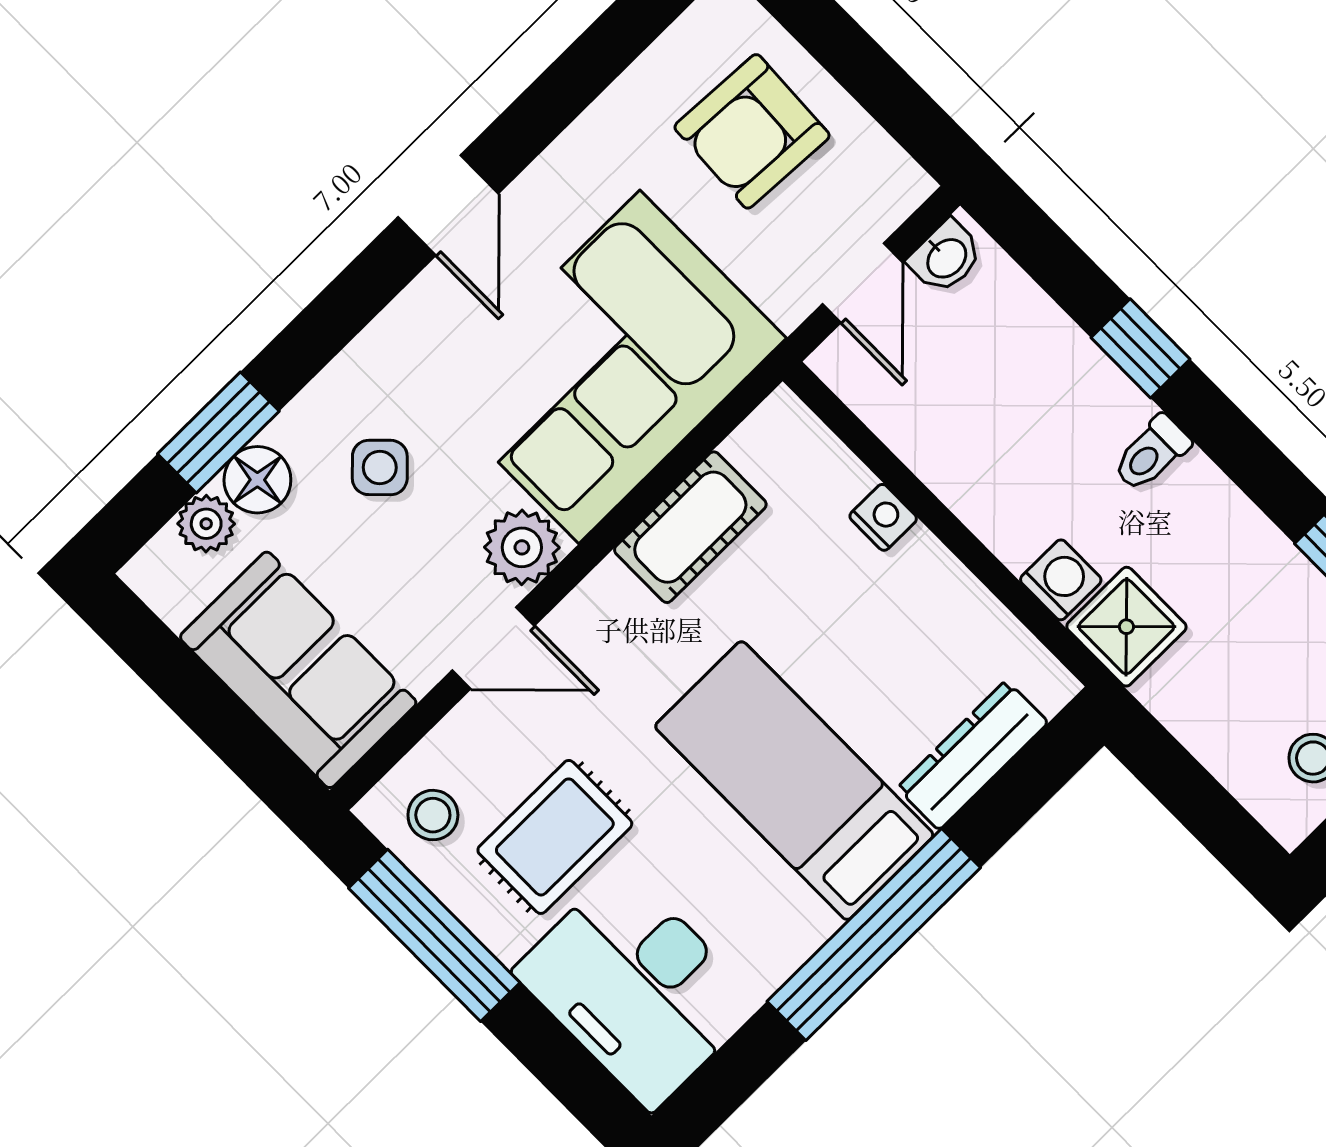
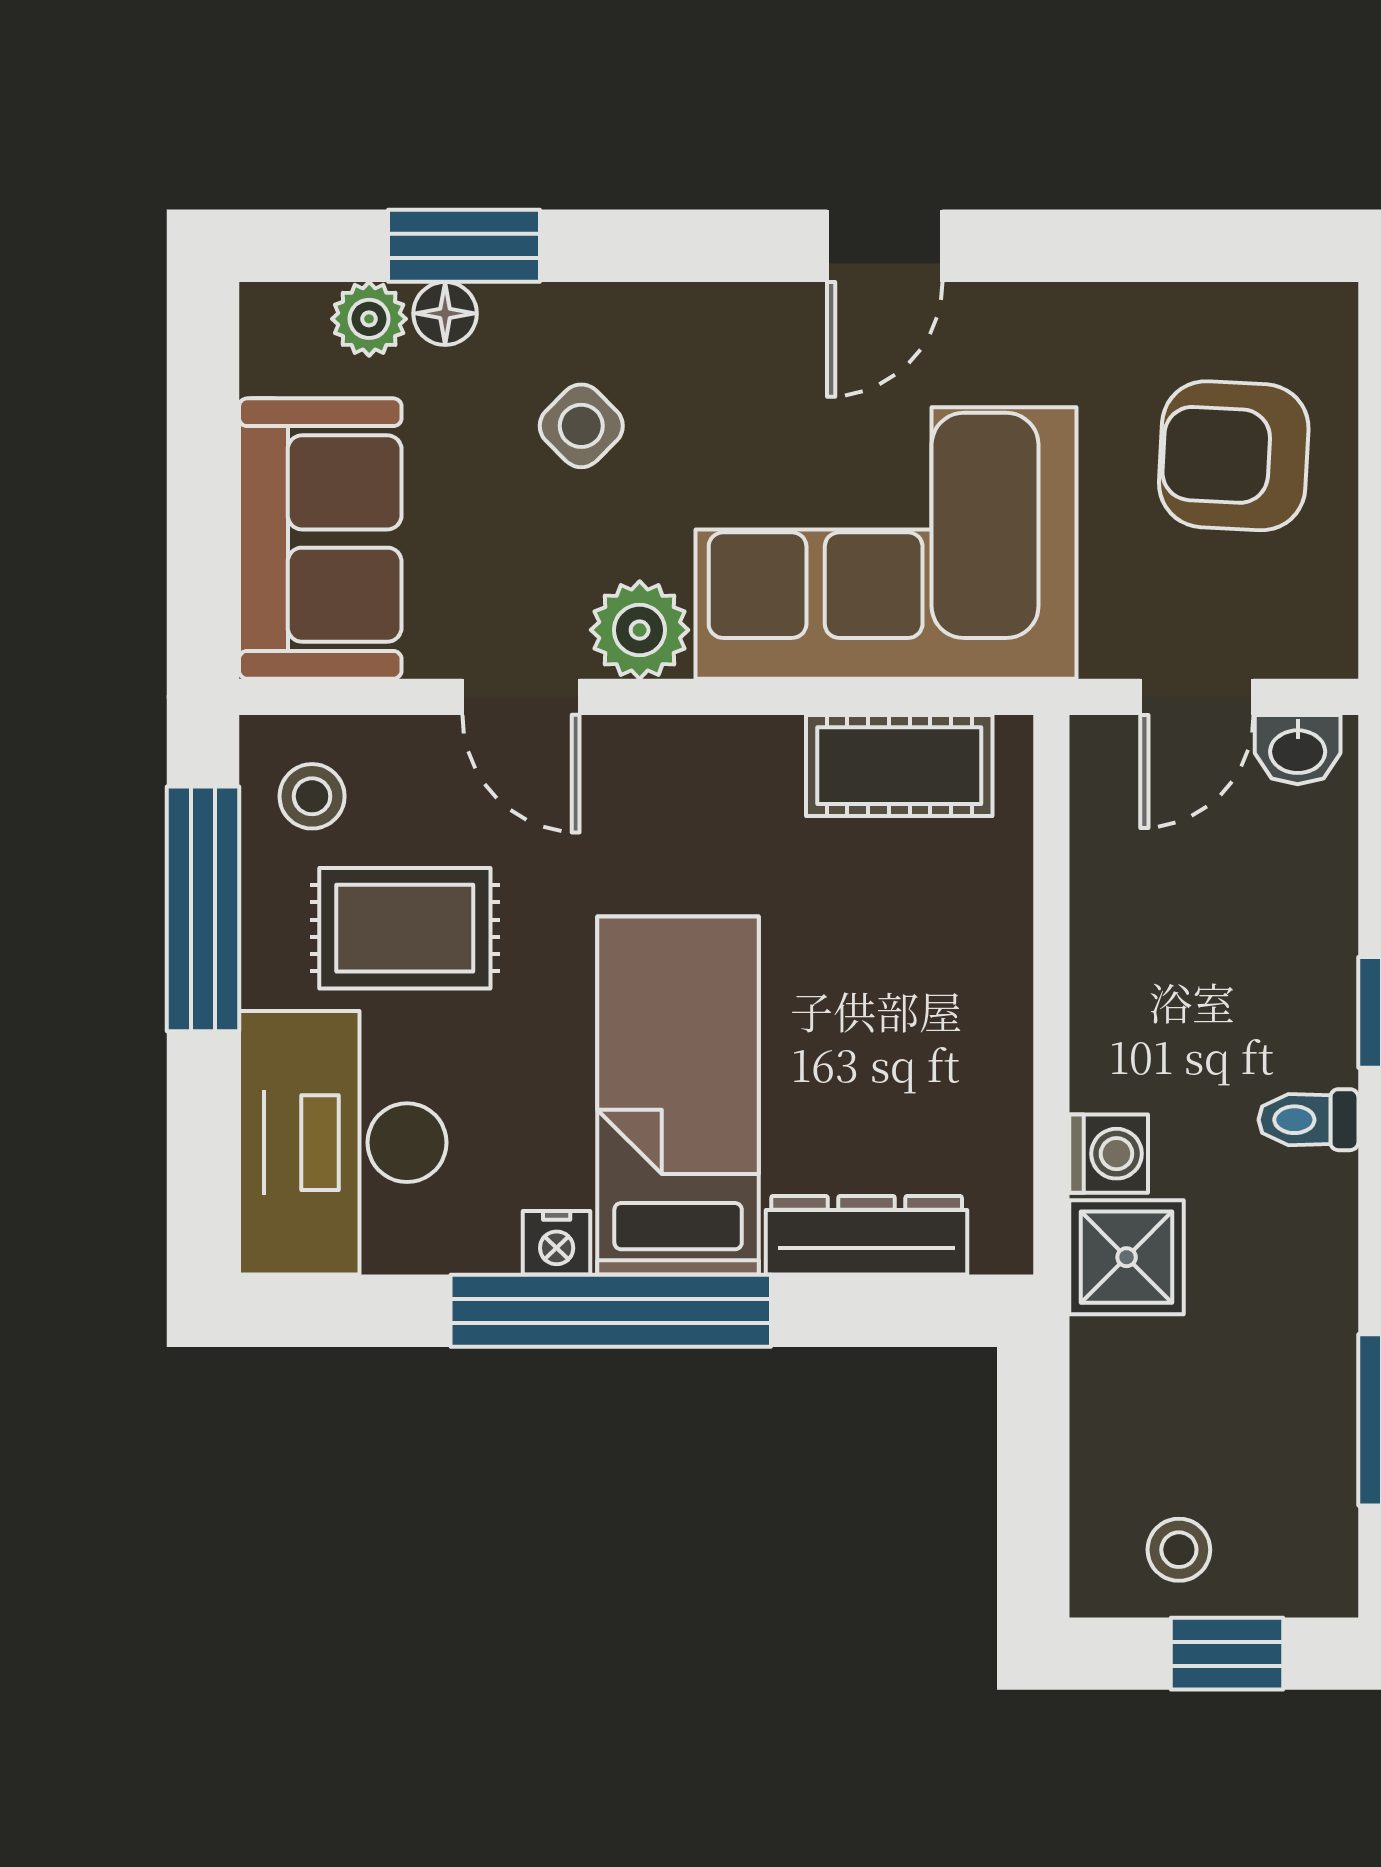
floor lamp: (257, 480) -> (445, 313), width x0.73, depth x0.73
nightstand: (883, 517) -> (557, 1243), moved, turned 90
cot: (690, 527) -> (899, 766), moved

